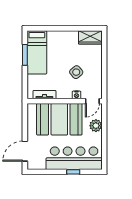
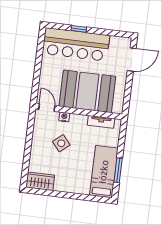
door: (92, 101) -> (47, 107), hinge flipped
plant: (96, 126) -> (46, 79), removed

